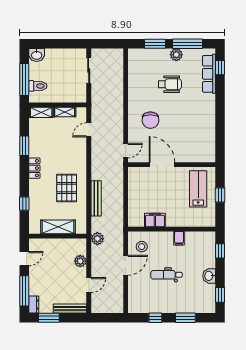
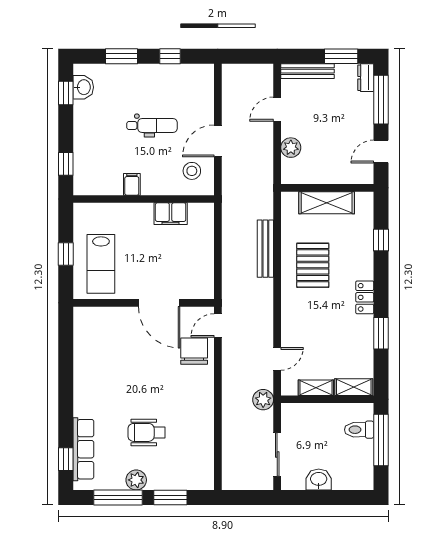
washbasin: (37, 55) -> (319, 480), moved
chair: (150, 120) -> (194, 351), moved
plant: (97, 239) -> (263, 400), moved
washbasin: (209, 276) -> (83, 87), moved

